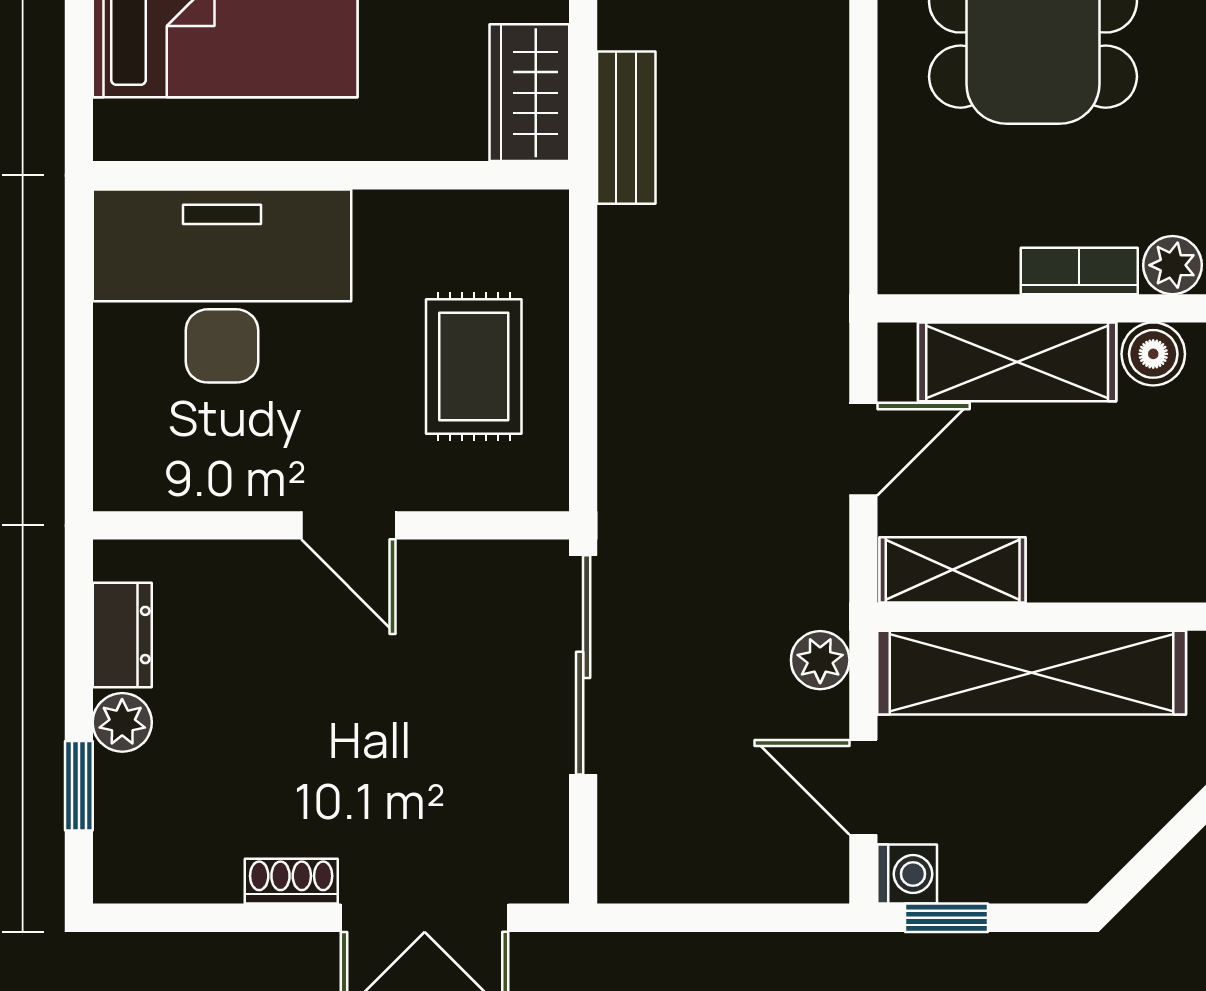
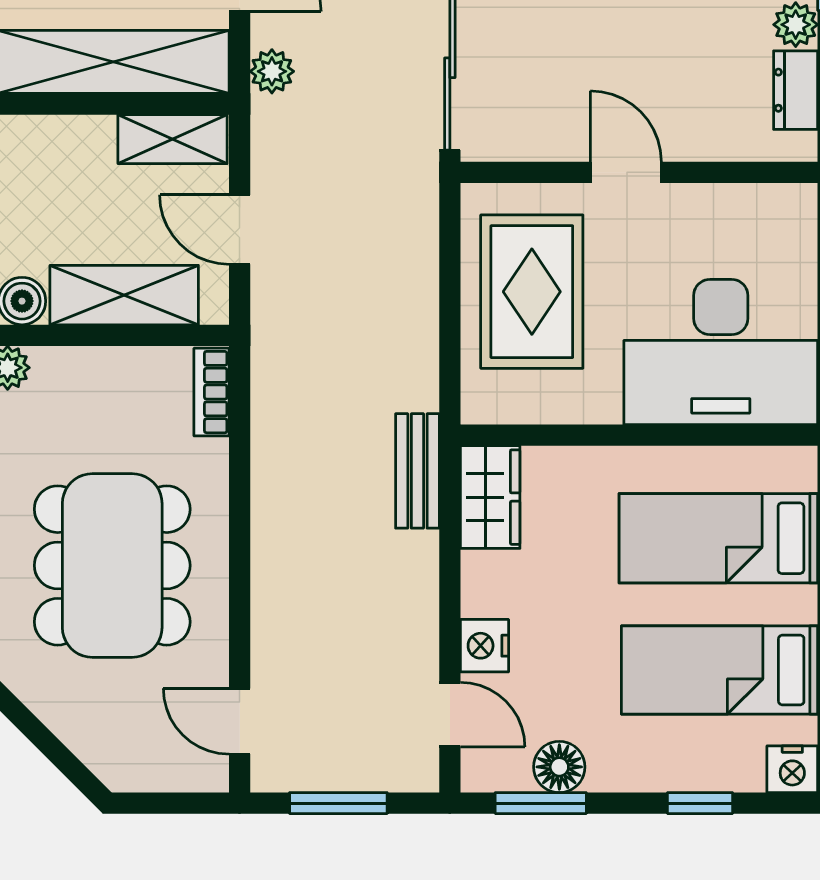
bookcase: (1079, 271) -> (211, 392), moved, turned 90
rug: (474, 366) -> (532, 292), width x1.36, depth x1.43
door: (863, 449) -> (240, 230), hinge flipped

